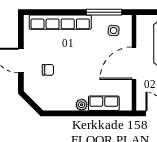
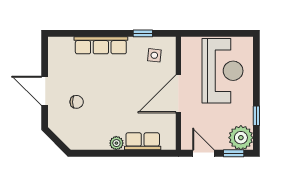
window: (104, 12) -> (143, 33), width x0.46
row of seats: (60, 22) -> (101, 45), width x0.73

